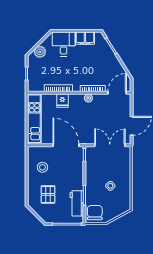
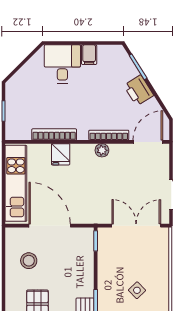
filing cabinet: (85, 38) -> (89, 55), width x0.50
plant: (40, 52) -> (25, 76), removed
printer: (111, 61) -> (139, 90), added
door: (66, 145) -> (50, 226), moved

